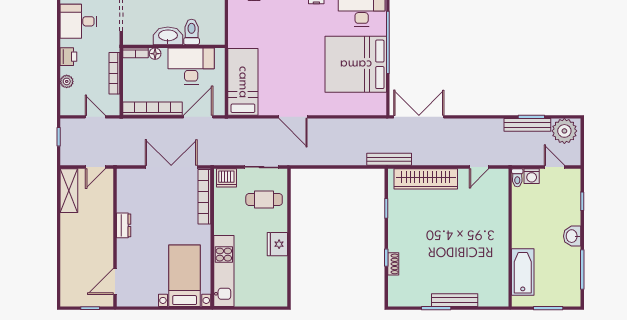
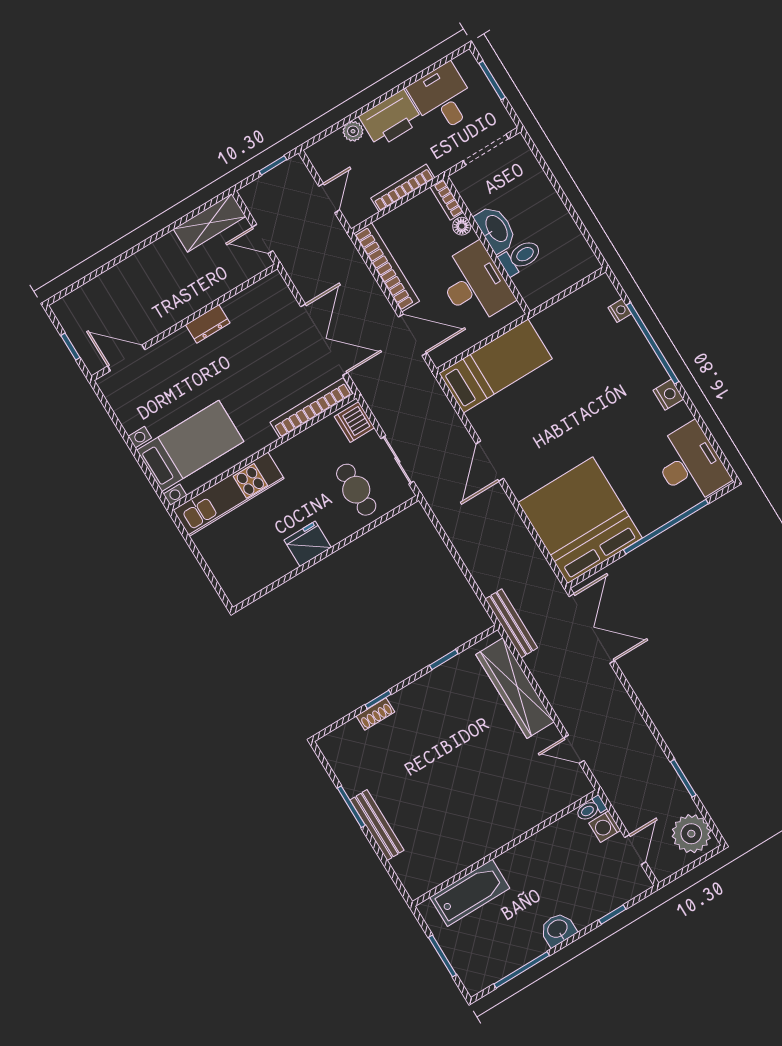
printer: (68, 57) -> (391, 119), width x1.87, depth x1.48
bed: (356, 64) -> (580, 520), moved
bench: (527, 125) -> (669, 779), removed

